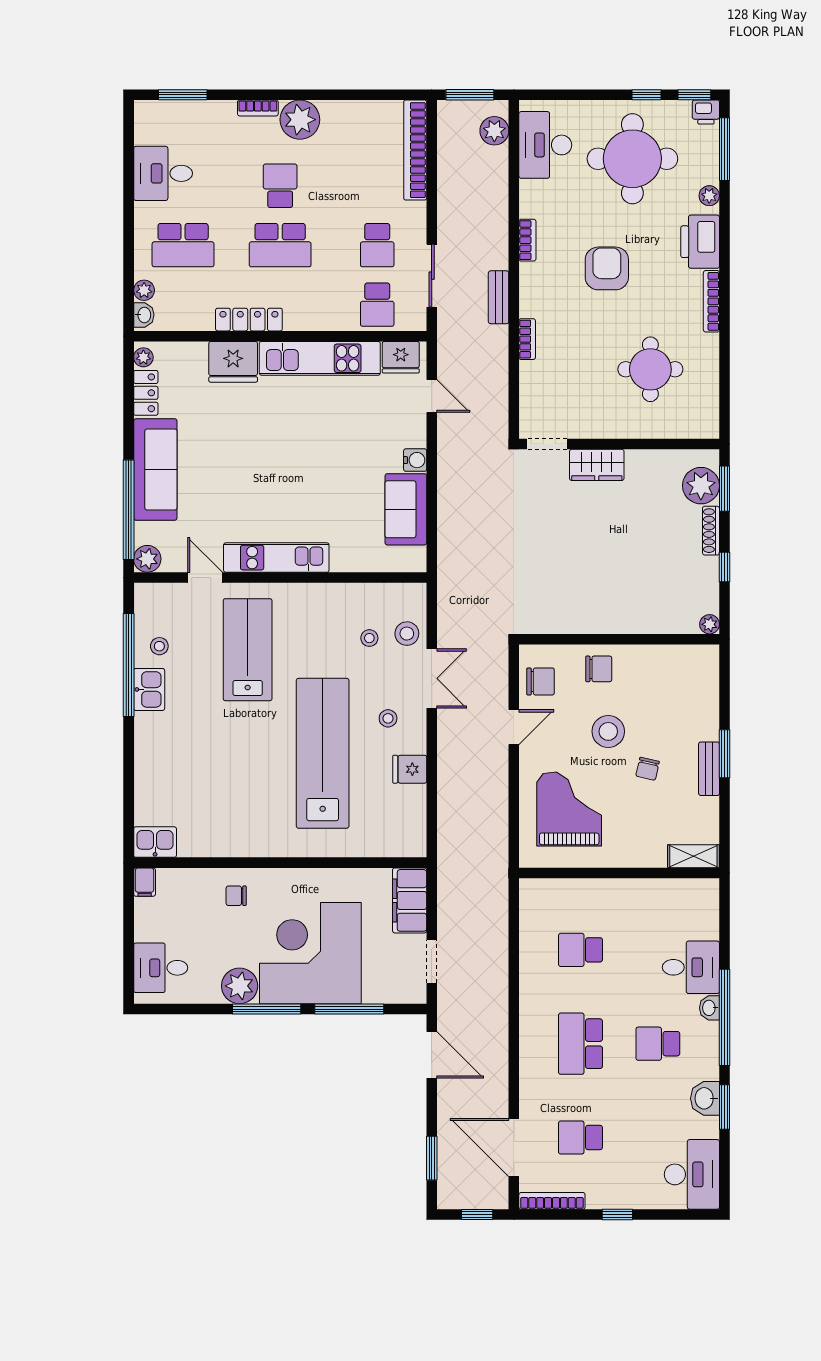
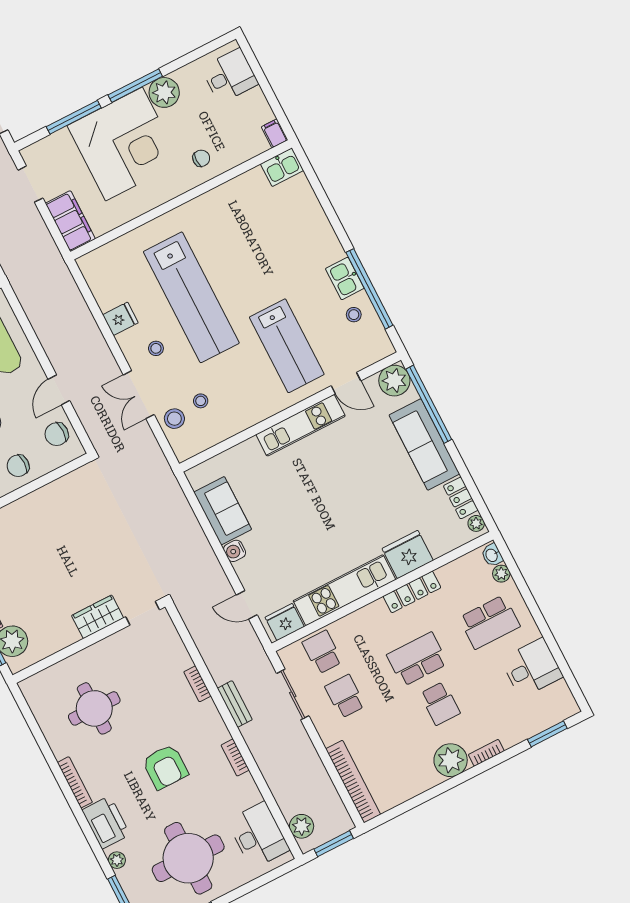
school desk: (183, 245) -> (489, 622), turned 180
plant: (147, 559) -> (394, 381), width x1.36, depth x1.36

